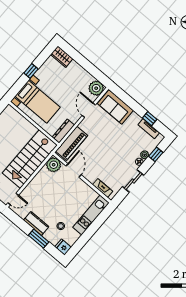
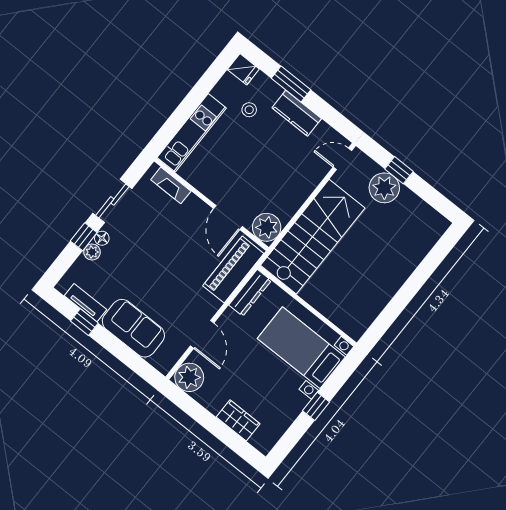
wardrobe: (62, 57) -> (238, 420), moved
sofa: (115, 107) -> (133, 328), moved
window: (156, 154) -> (84, 237), moved

